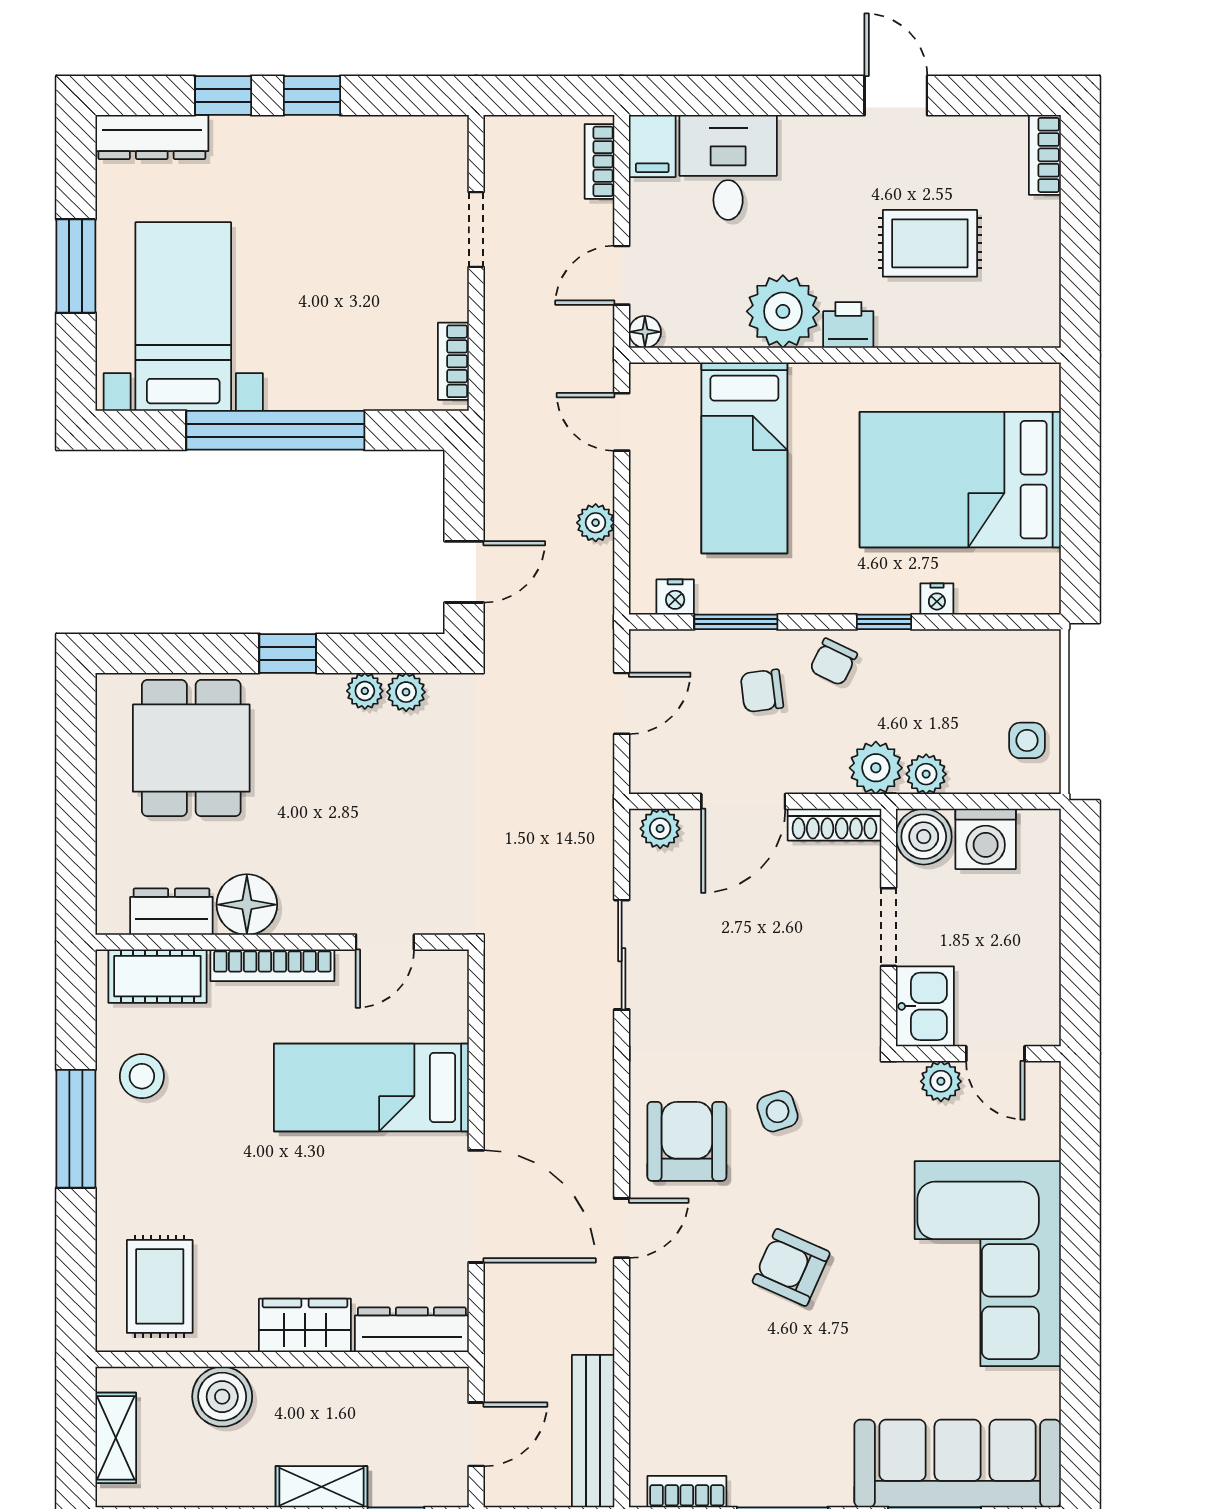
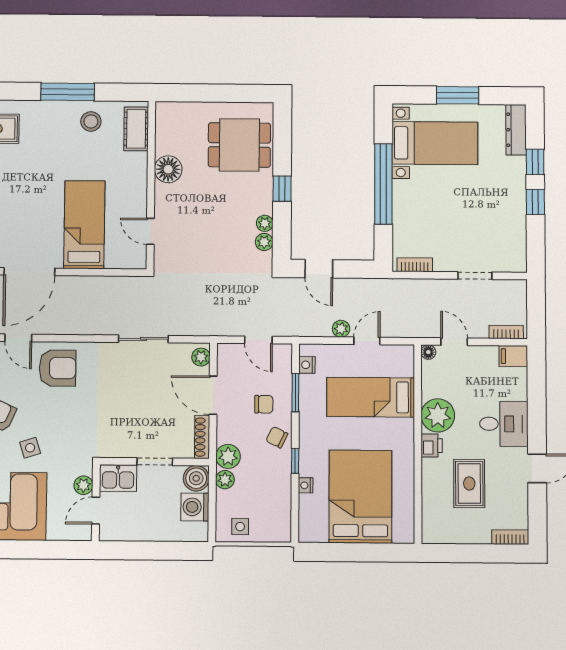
desk: (728, 167) -> (504, 424), moved
door: (622, 422) -> (367, 341), moved
chair: (762, 691) -> (264, 404), turned 97
dresser: (171, 912) -> (165, 135), removed
bookcase: (272, 965) -> (140, 181), removed
side table: (778, 1111) -> (30, 448), moved

